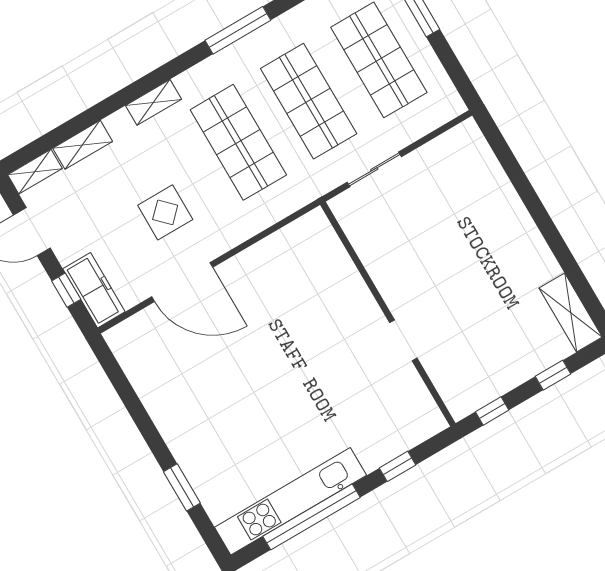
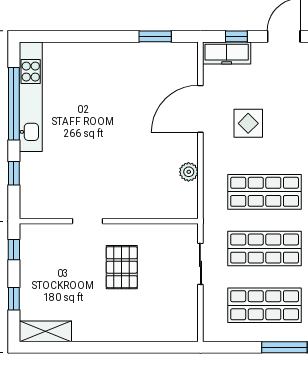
plant: (269, 251) -> (189, 172), added
pallet: (436, 265) -> (122, 267), added
window: (182, 487) -> (155, 36), moved

